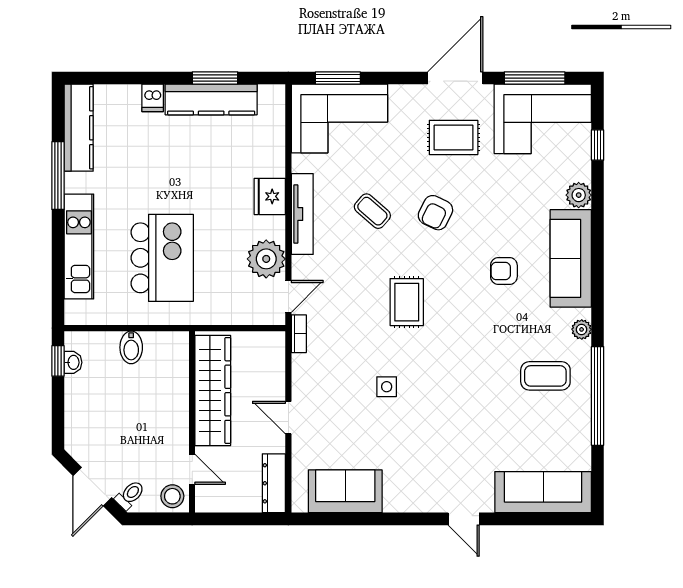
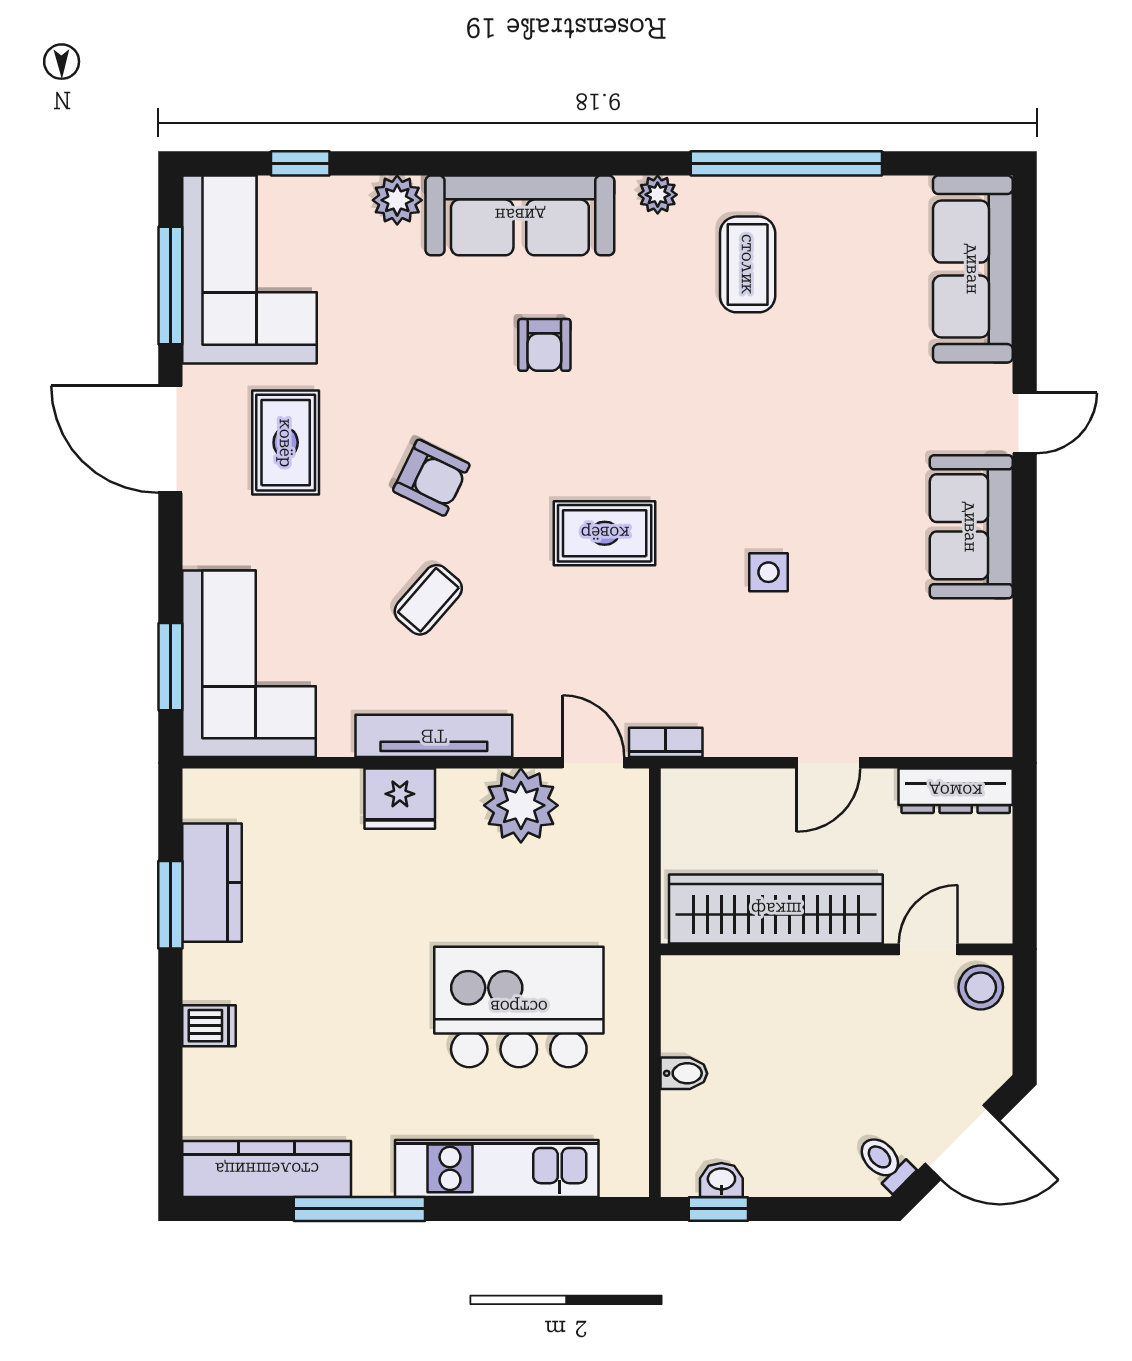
kitchen counter: (211, 99) -> (212, 883), width x0.67
bidet: (131, 347) -> (684, 1073), width x0.72, depth x0.74
sofa: (345, 491) -> (971, 527), moved
toilet: (130, 495) -> (885, 1162), moved

